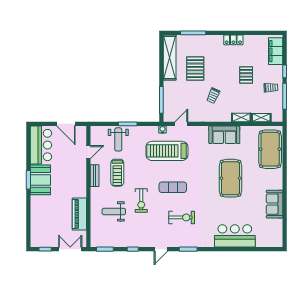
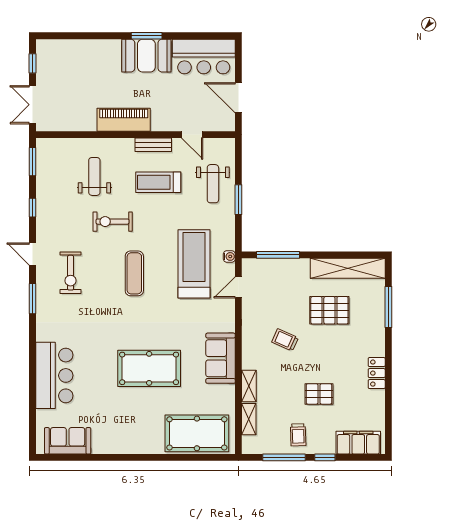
door: (66, 124) -> (238, 98), hinge flipped
door: (181, 124) -> (238, 287), swing flipped
weight bench: (118, 139) -> (213, 184), turned -90
sofa: (275, 204) -> (68, 441), moved
piano: (79, 214) -> (124, 120), moved
exercise bike: (182, 217) -> (71, 273), moved
double door: (70, 249) -> (33, 105), swing flipped

